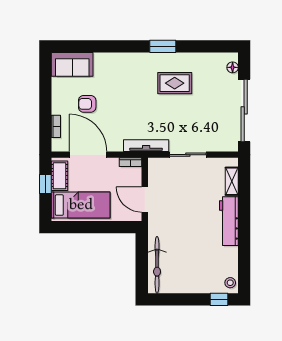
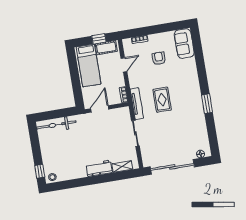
rug: (175, 83) -> (162, 100), moved
door: (88, 155) -> (124, 65), width x0.53
workbench: (229, 221) -> (99, 168), width x0.73

